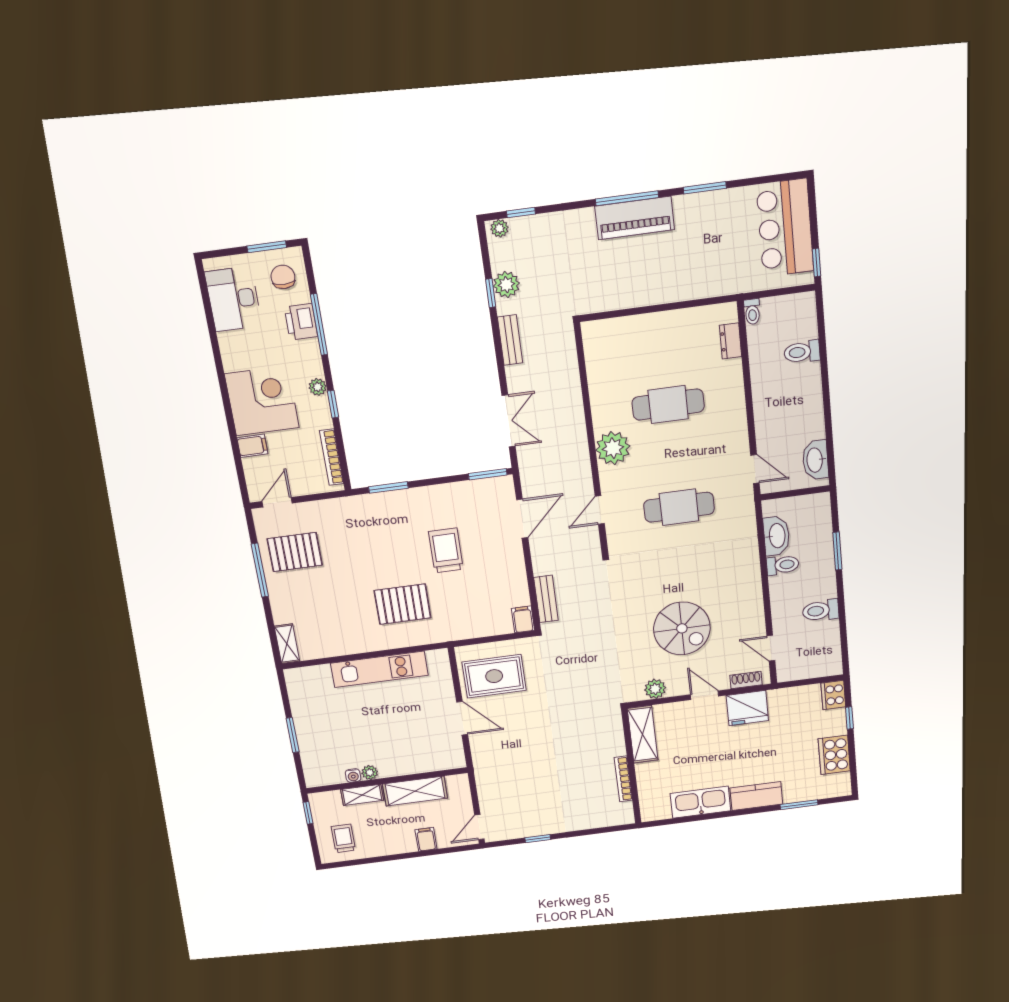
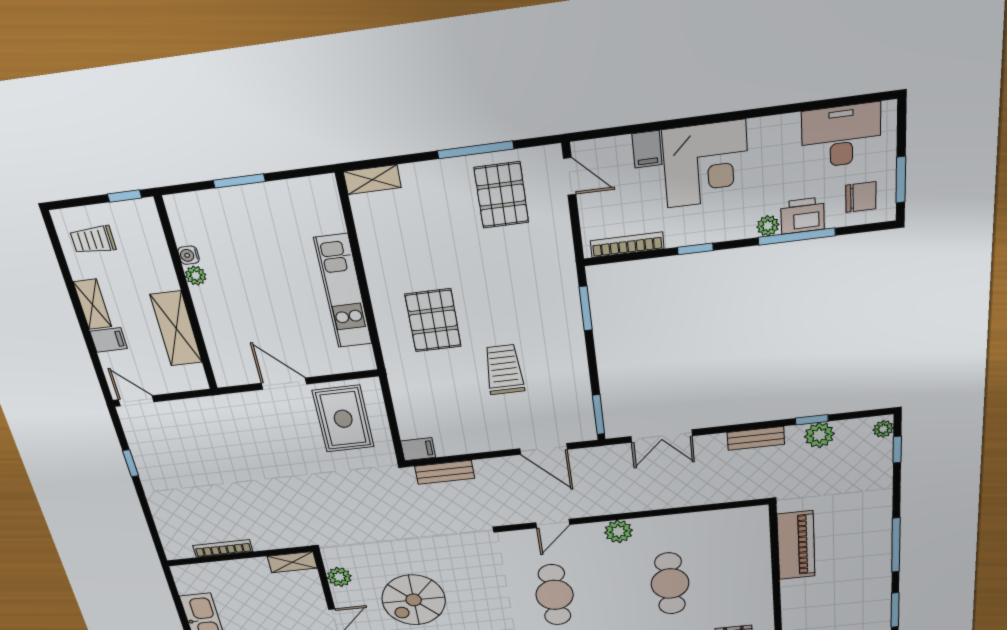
piano: (635, 218) -> (796, 545), moved, turned 180
plant: (318, 387) -> (768, 226), moved
plant: (613, 448) -> (618, 532), width x0.73, depth x0.73
door: (600, 510) -> (553, 524), swing flipped
trolley: (446, 550) -> (504, 370), turned -90
door: (462, 718) -> (284, 384), swing flipped
shelving: (643, 734) -> (292, 562), width x0.67, depth x0.75
shelving: (362, 795) -> (92, 304), moved
trolley: (343, 838) -> (93, 240), turned 180

